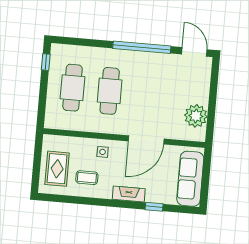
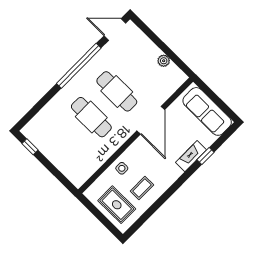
cafe table: (73, 88) -> (117, 91), moved
plant: (196, 116) -> (164, 61), width x0.53, depth x0.53
side table: (103, 152) -> (122, 168), moved
fireplace: (129, 194) -> (191, 156), moved

